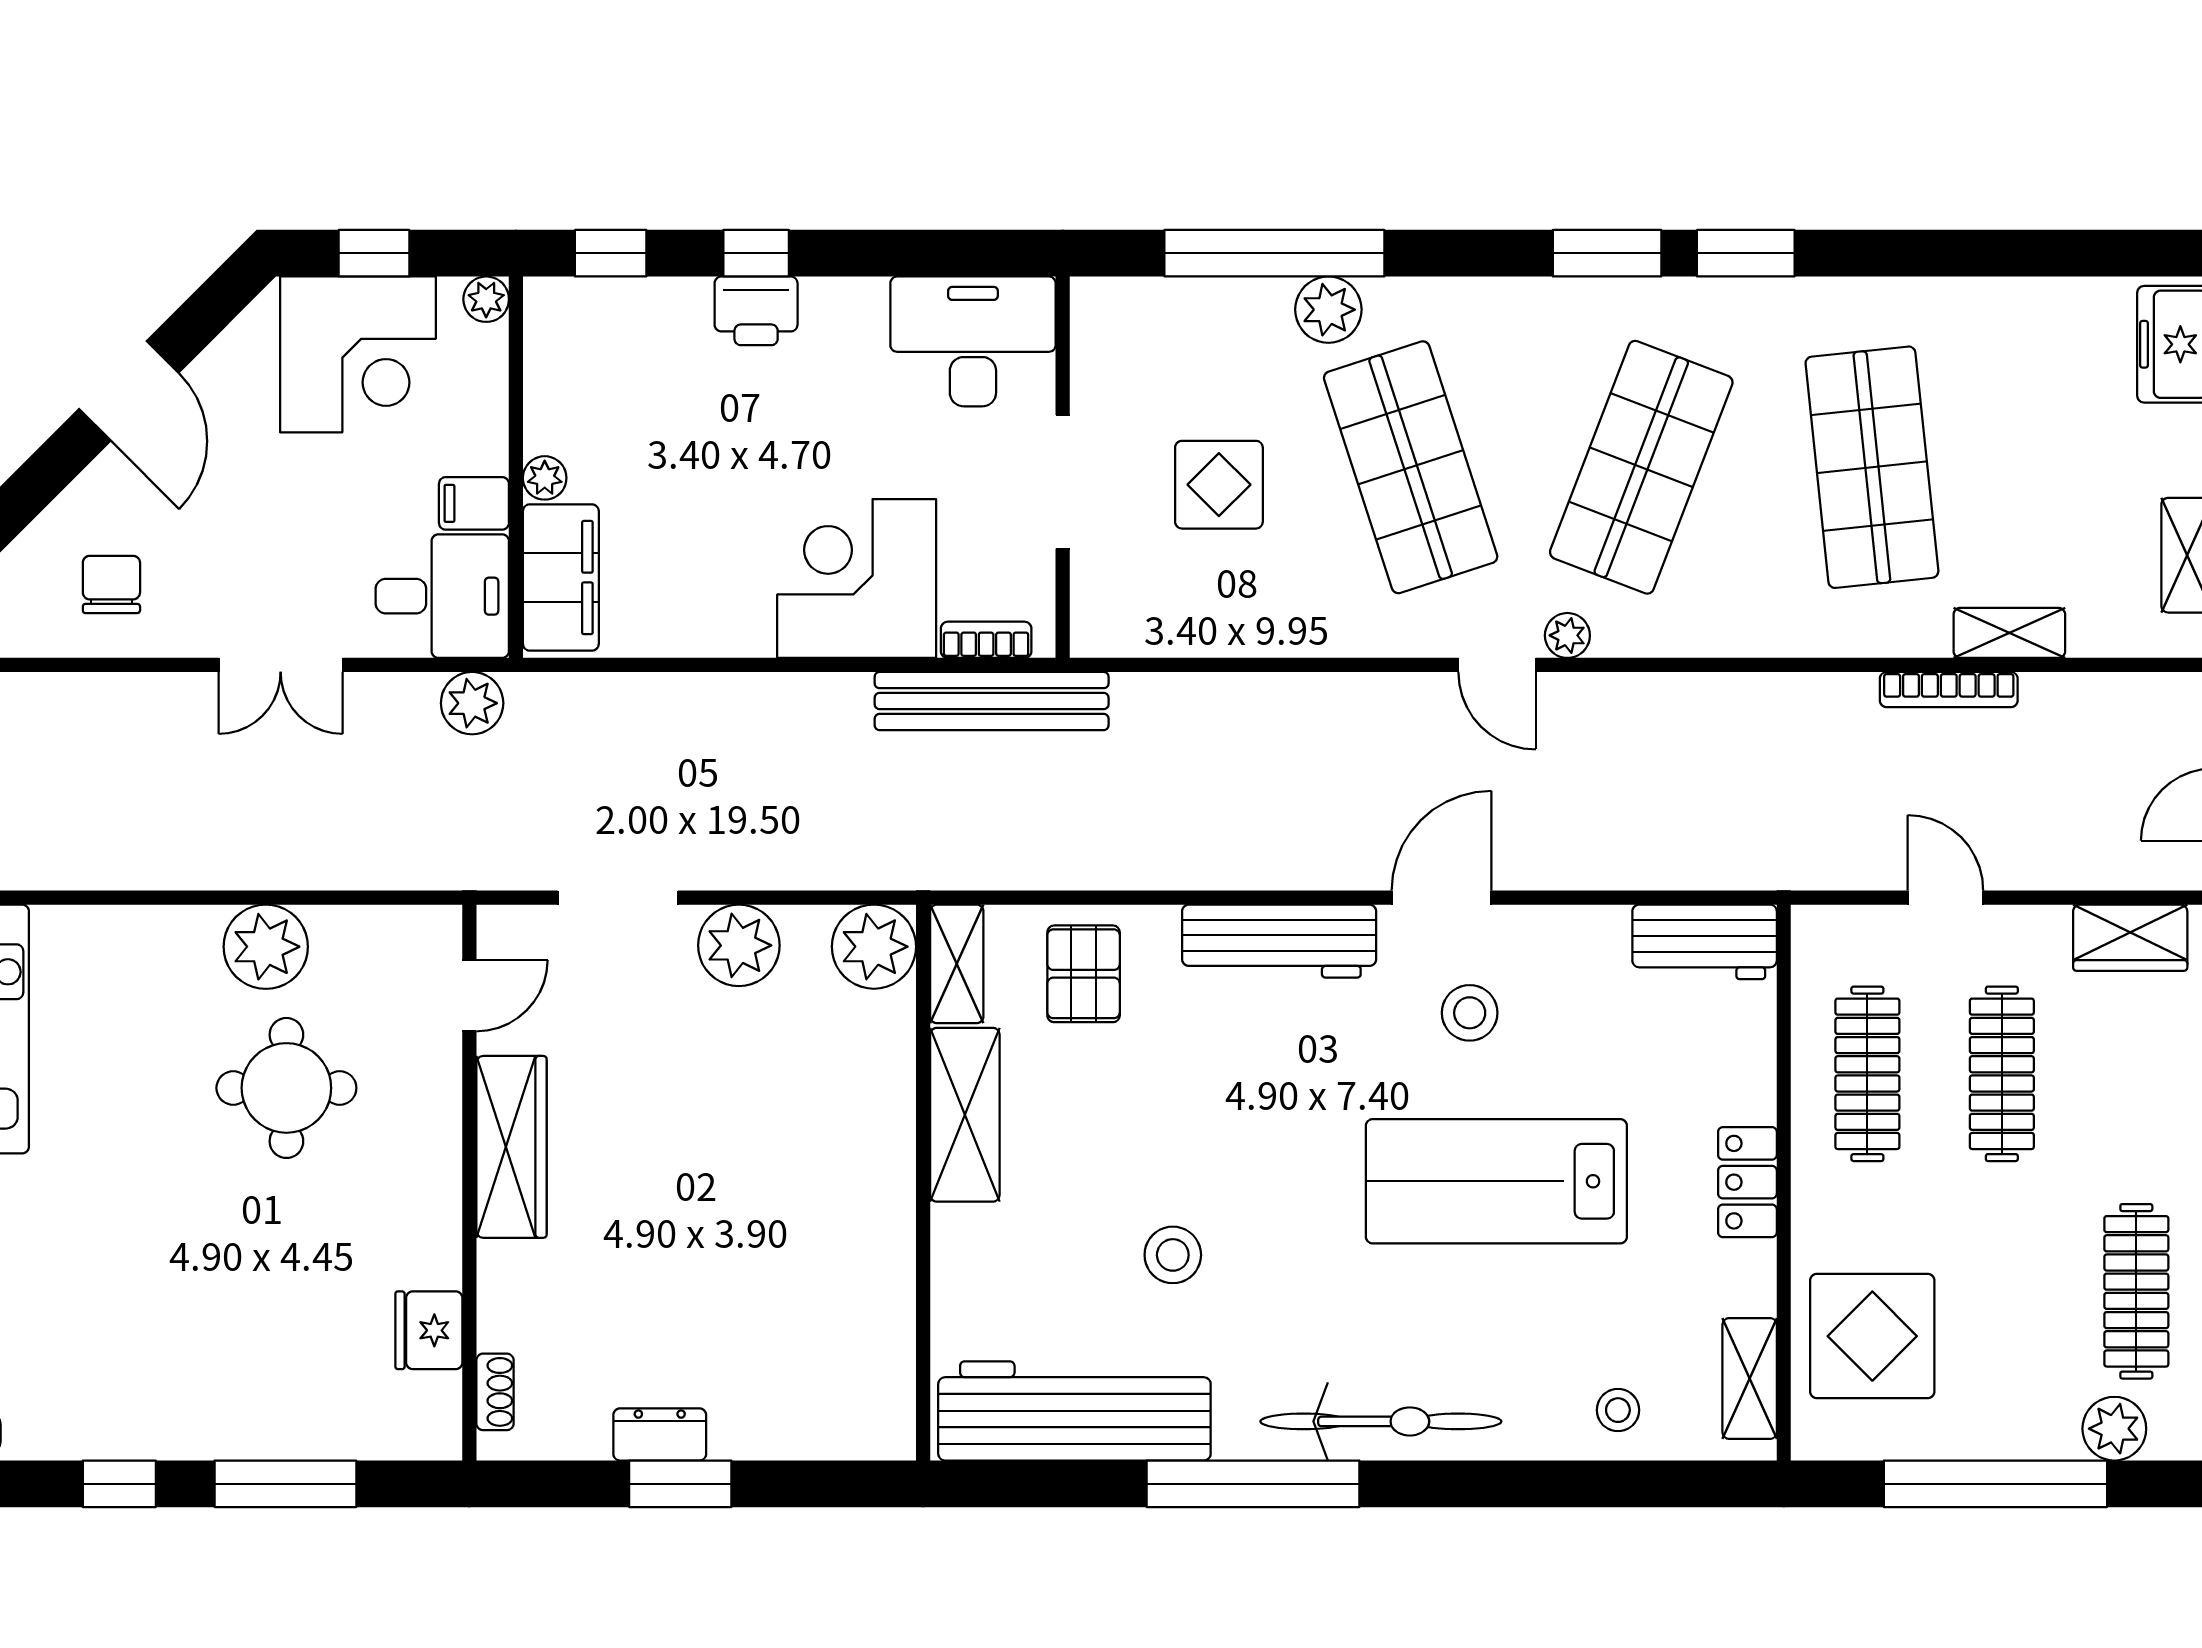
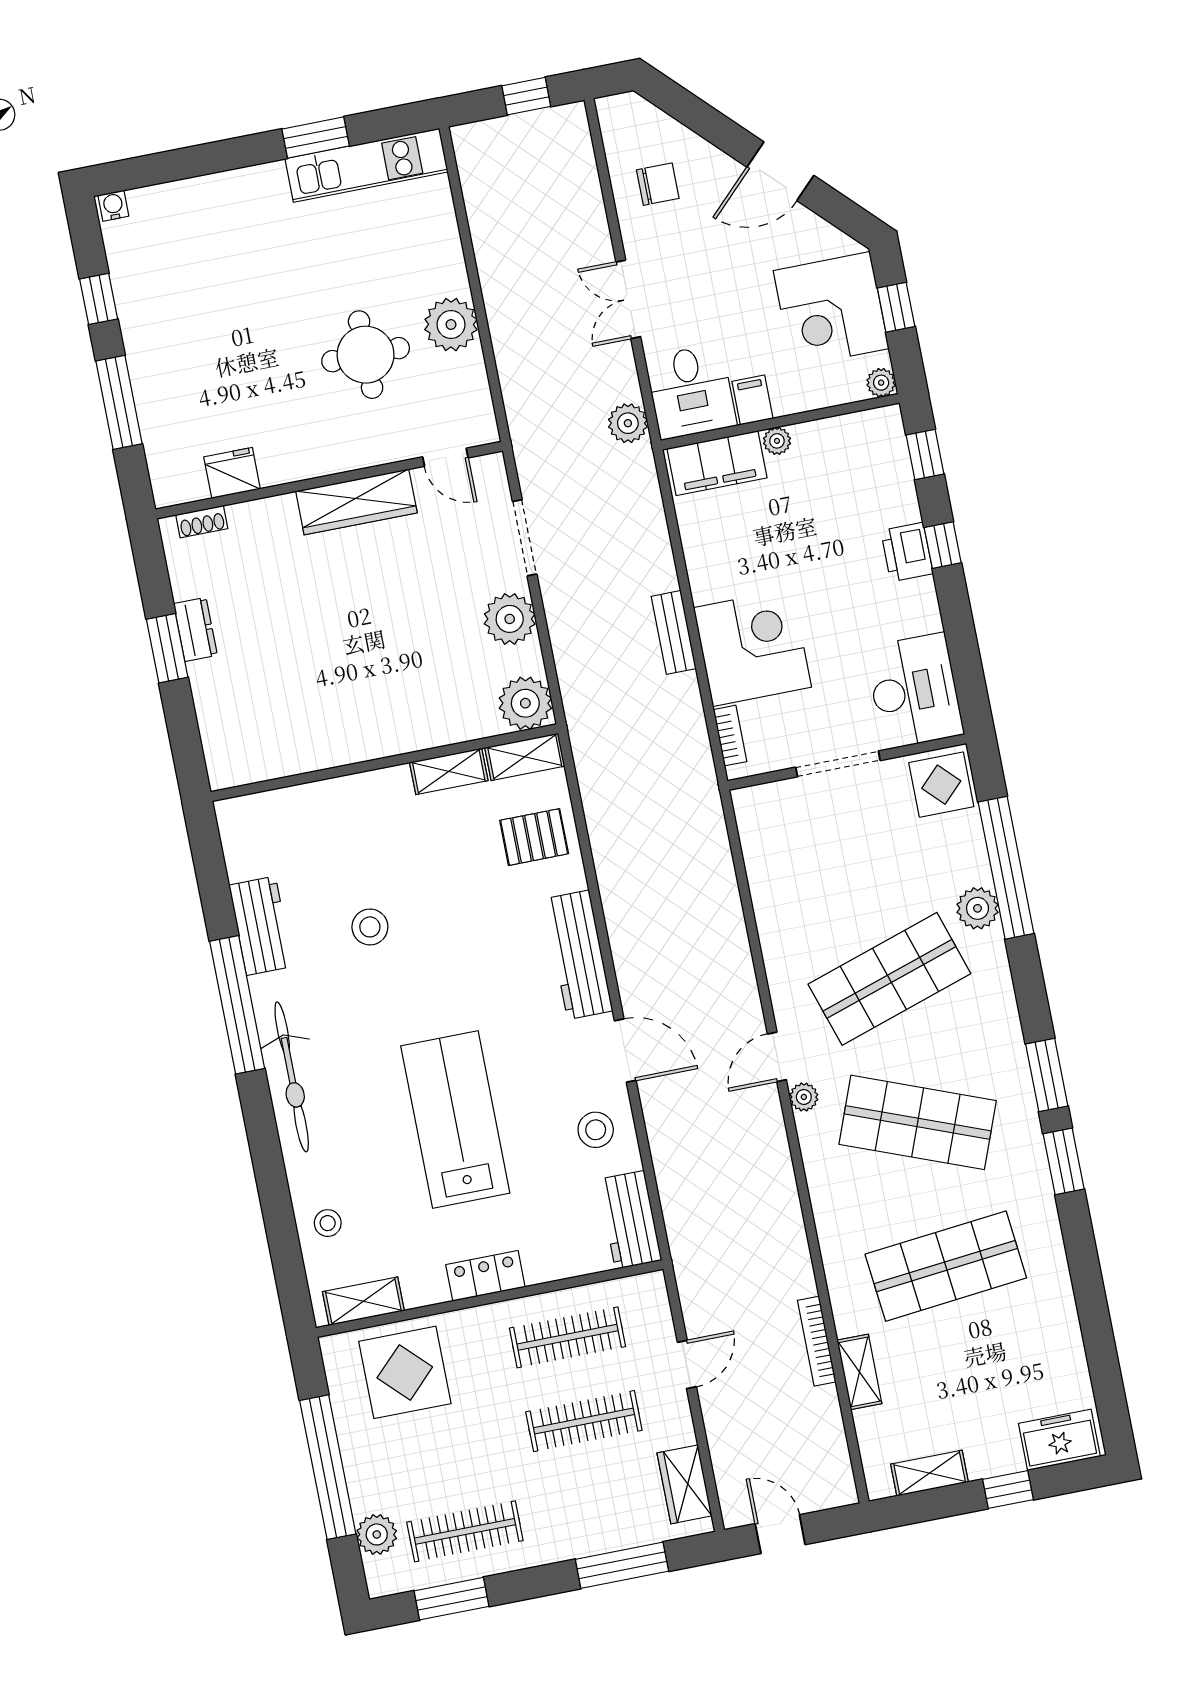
display table: (1219, 485) -> (941, 785), moved
bench: (992, 701) -> (674, 632), moved, width x0.54, depth x0.82
stool: (1470, 1013) -> (596, 1130), moved
shelving: (965, 1115) -> (449, 771), width x0.67, depth x0.75
workbench: (1074, 1411) -> (261, 926), width x0.53, depth x0.76

